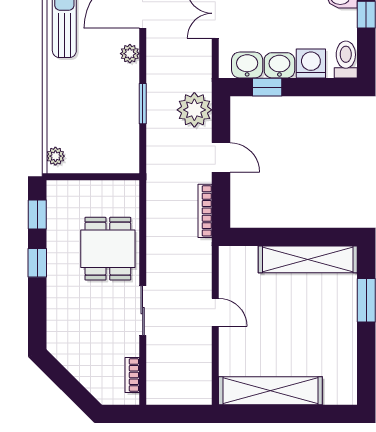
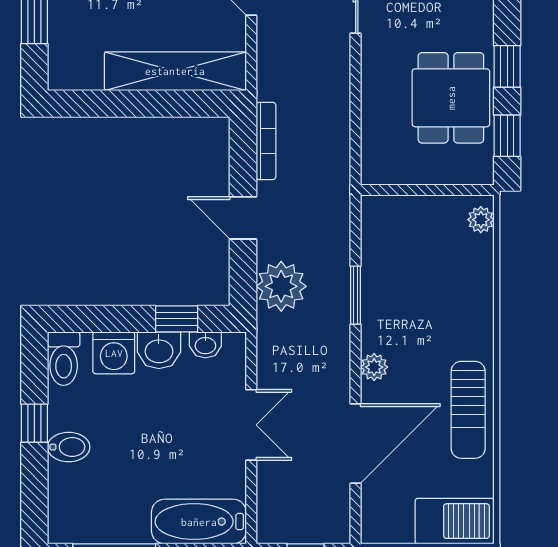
washbasin: (247, 65) -> (205, 345), width x0.72, depth x0.69
dining table: (108, 249) -> (451, 98), moved
shelving: (308, 259) -> (175, 71), moved

